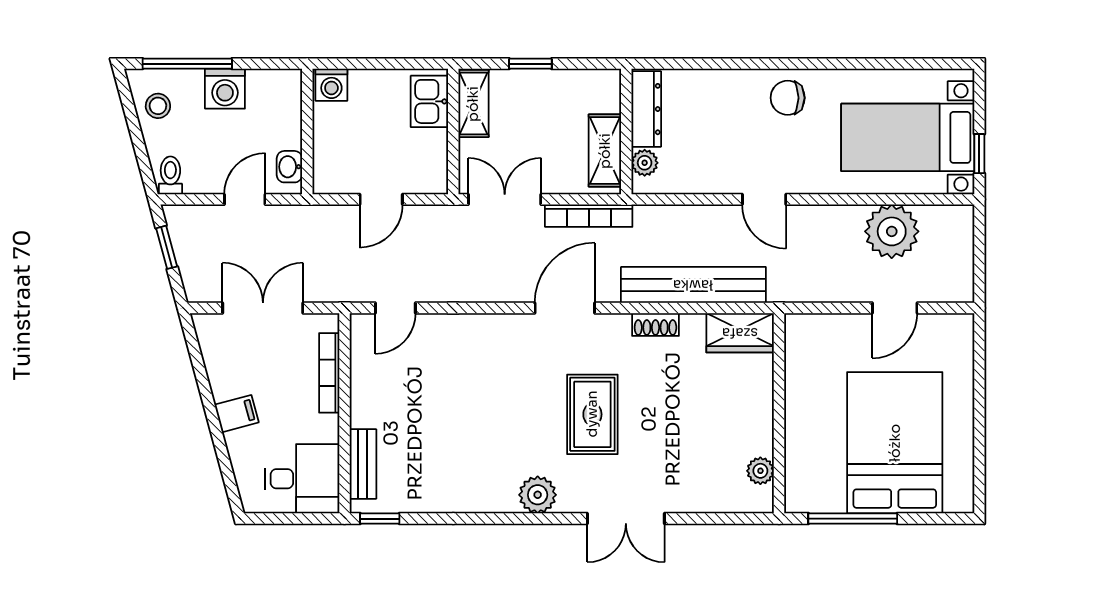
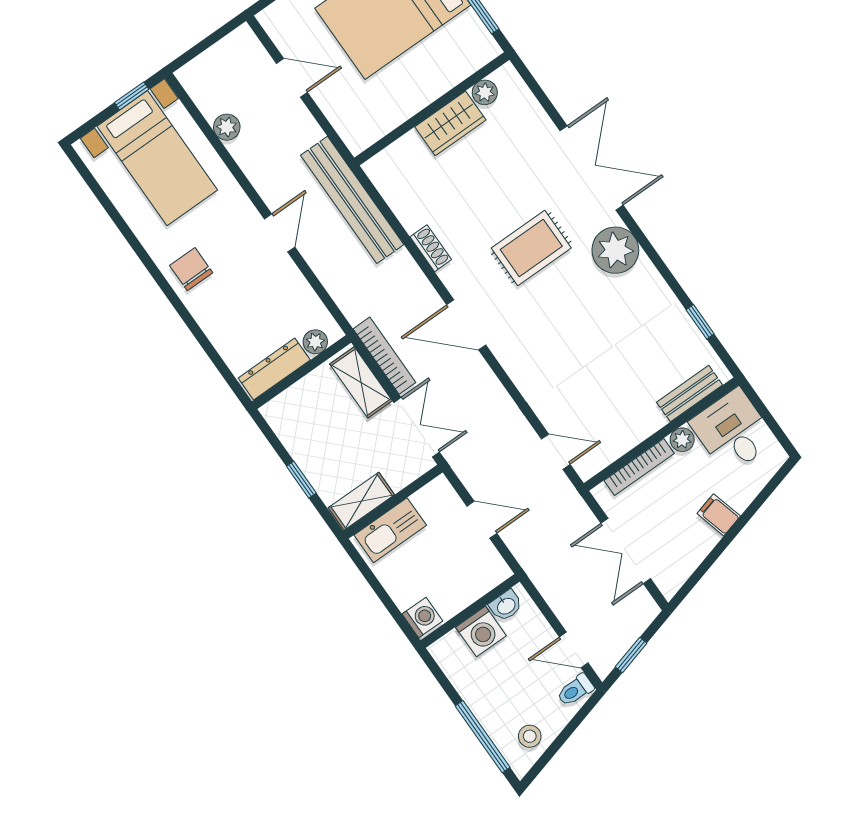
washing machine: (225, 89) -> (481, 631), moved, turned 90
chair: (788, 98) -> (191, 269), turned 180
kitchen sink: (429, 101) -> (390, 530), width x1.38
shelving: (605, 151) -> (361, 382), moved, turned 90
door: (245, 199) -> (574, 650), moved
double door: (505, 199) -> (417, 427), swing flipped
plant: (892, 231) -> (227, 127), width x0.53, depth x0.53
bench: (693, 285) -> (352, 200), moved
wardrobe: (740, 333) -> (450, 123), moved, turned 90
plant: (326, 428) -> (682, 440), added
plant: (538, 495) -> (615, 250), width x1.36, depth x1.36
window: (380, 519) -> (700, 322), moved
double door: (626, 519) -> (592, 168), width x1.37

